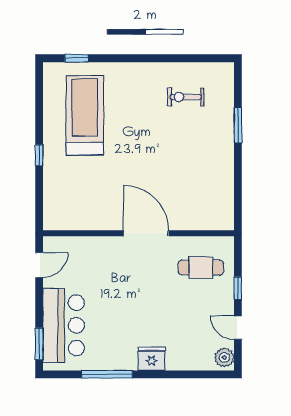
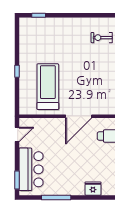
treadmill: (85, 115) -> (48, 87), moved
door: (146, 233) -> (79, 116), swing flipped
fridge: (152, 359) -> (93, 189), moved

